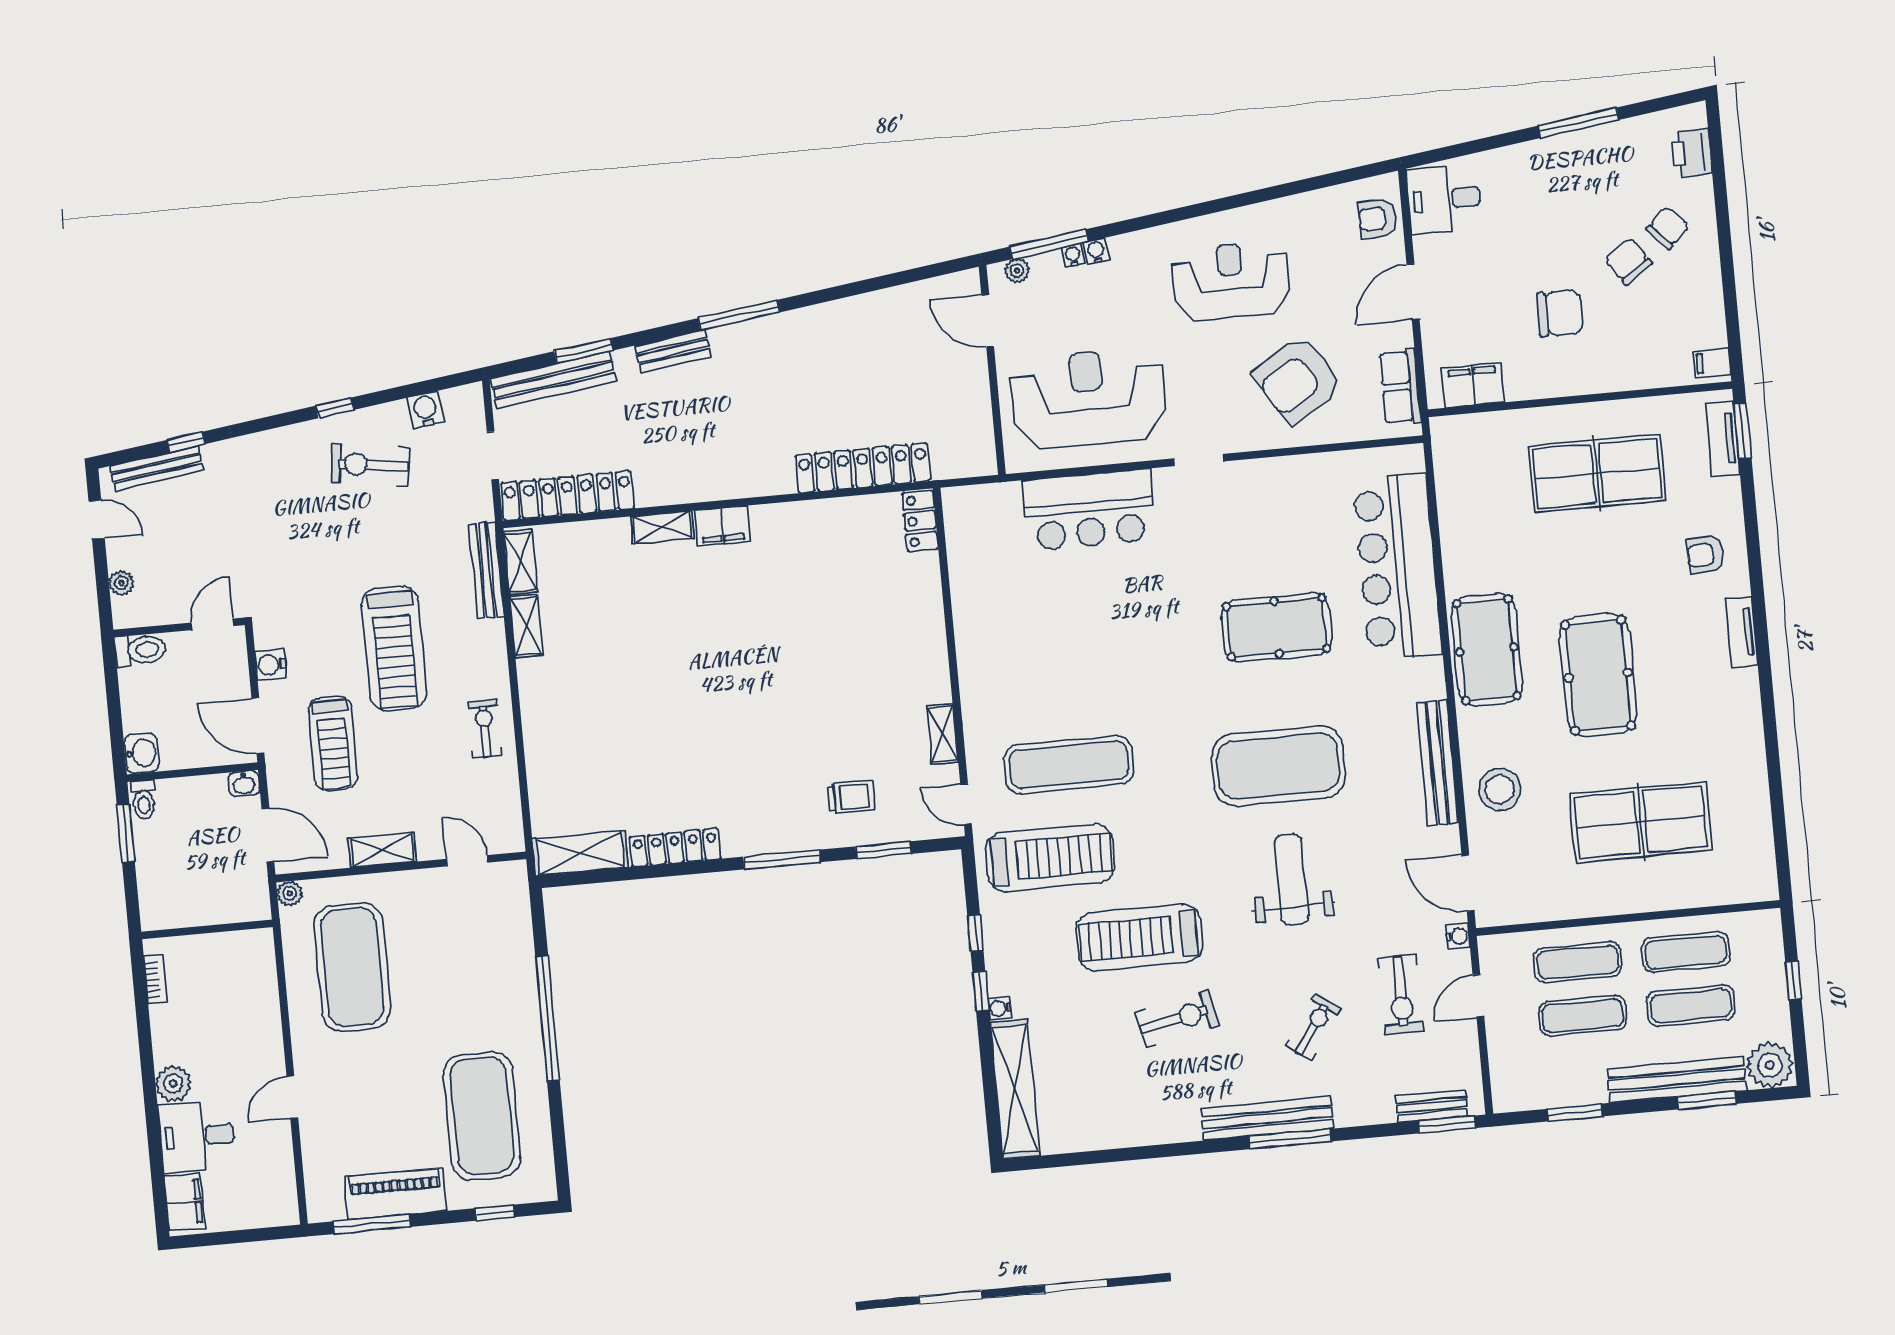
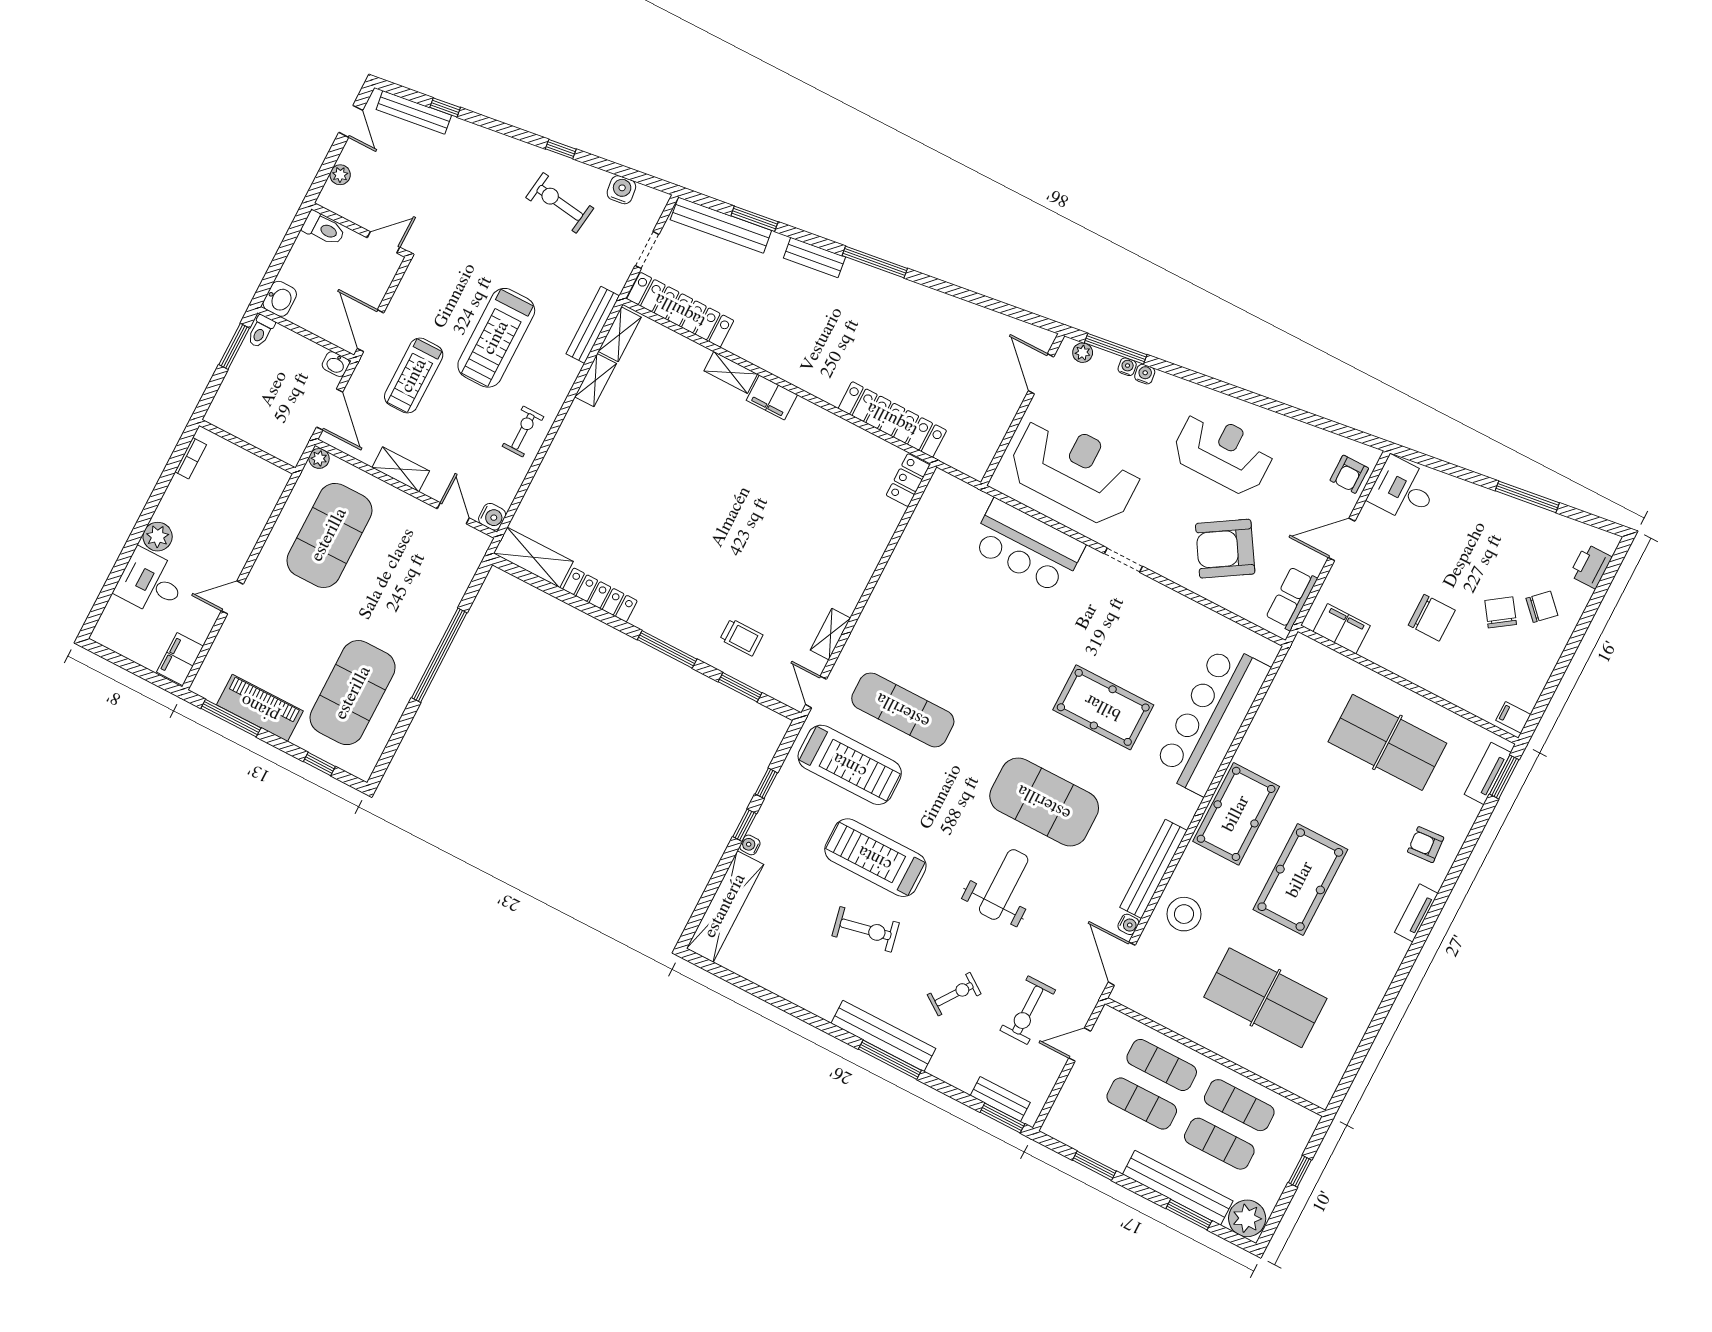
armchair: (1377, 219) -> (1349, 474), turned -90
water cooler: (271, 664) -> (492, 517), moved, turned 180
water cooler: (1458, 936) -> (1128, 924), moved
filing cabinet: (185, 1202) -> (180, 659), moved, turned 180

